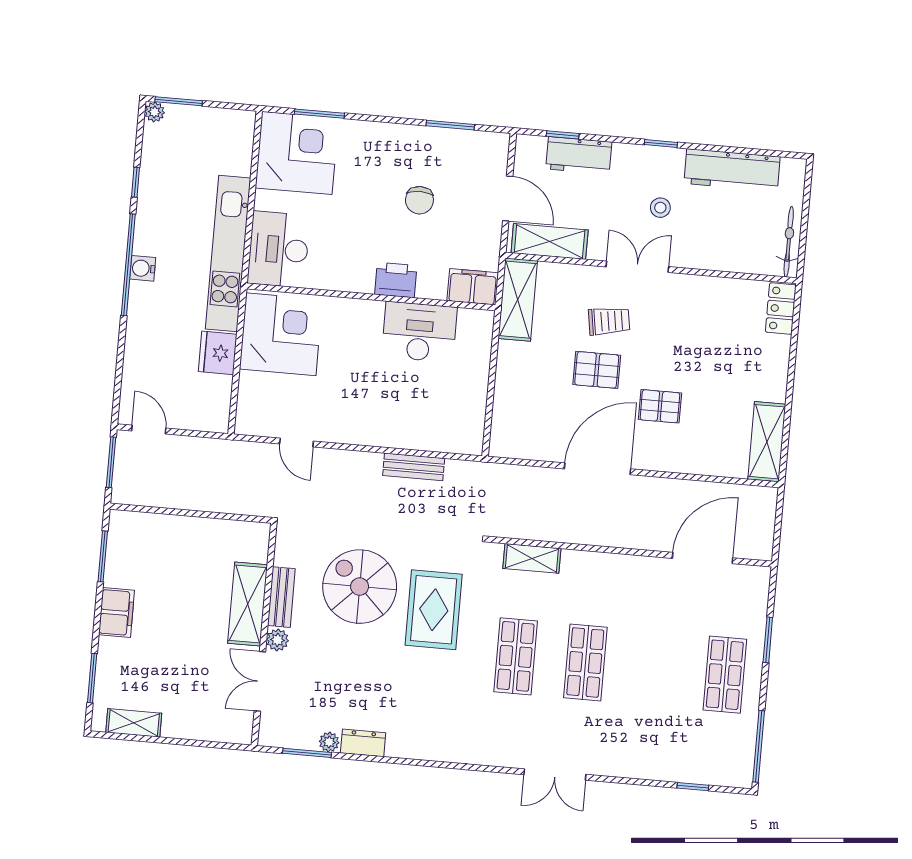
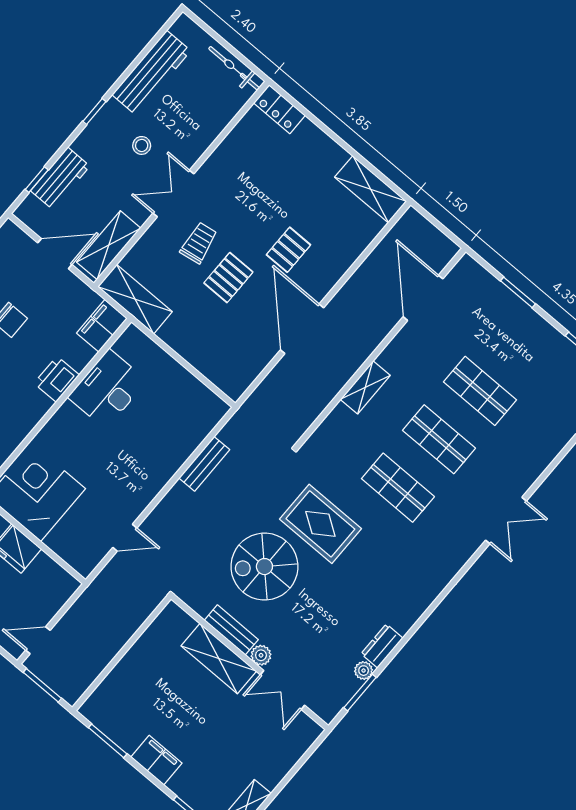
shelving: (532, 558) -> (365, 387), moved
shop shelf: (725, 675) -> (480, 391), moved

